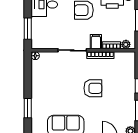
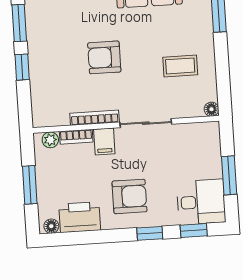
window: (28, 29) -> (229, 175), moved
coffee table: (51, 81) -> (180, 66), added

